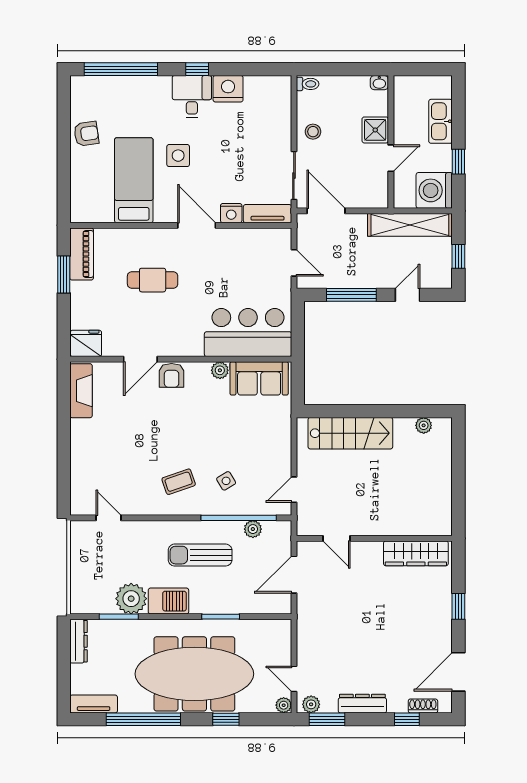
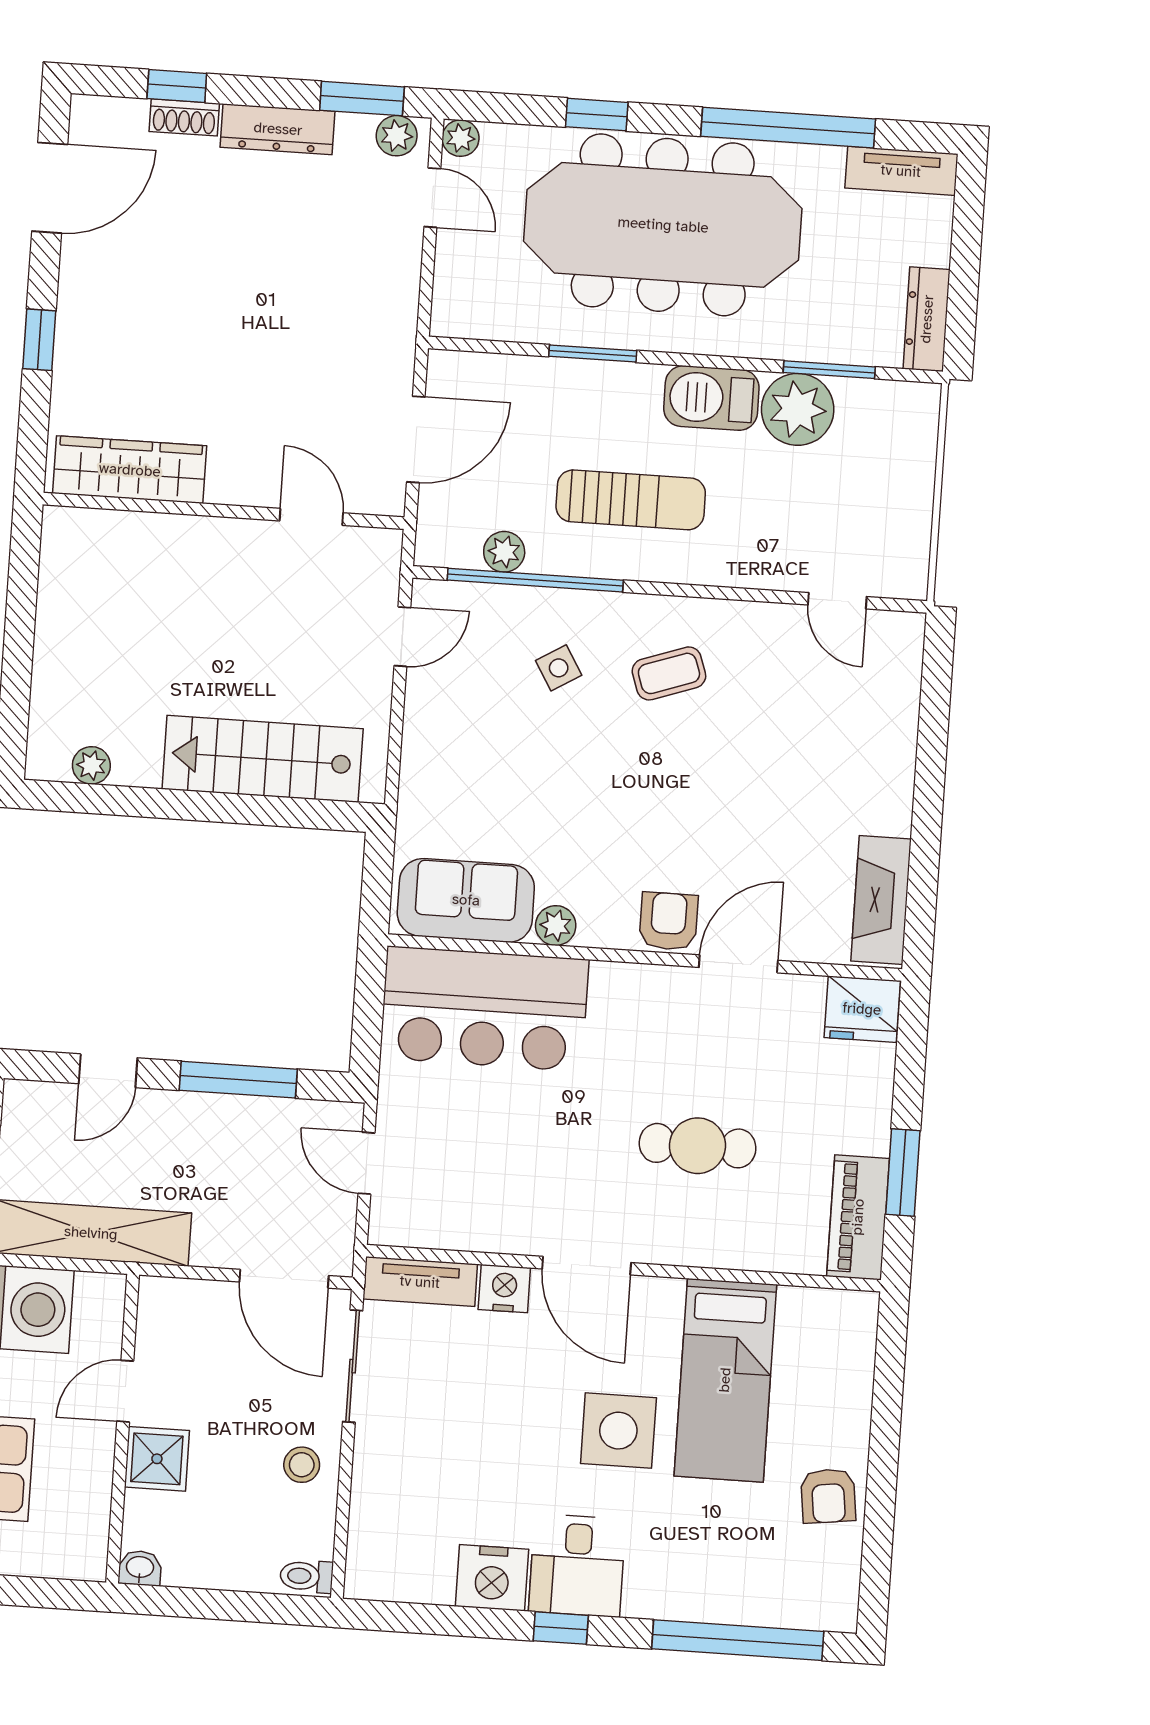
armchair: (86, 134) -> (828, 1496), turned -89
side table: (178, 156) -> (618, 1431), width x1.37, depth x1.37
shoe rack: (423, 706) -> (184, 117), moved

